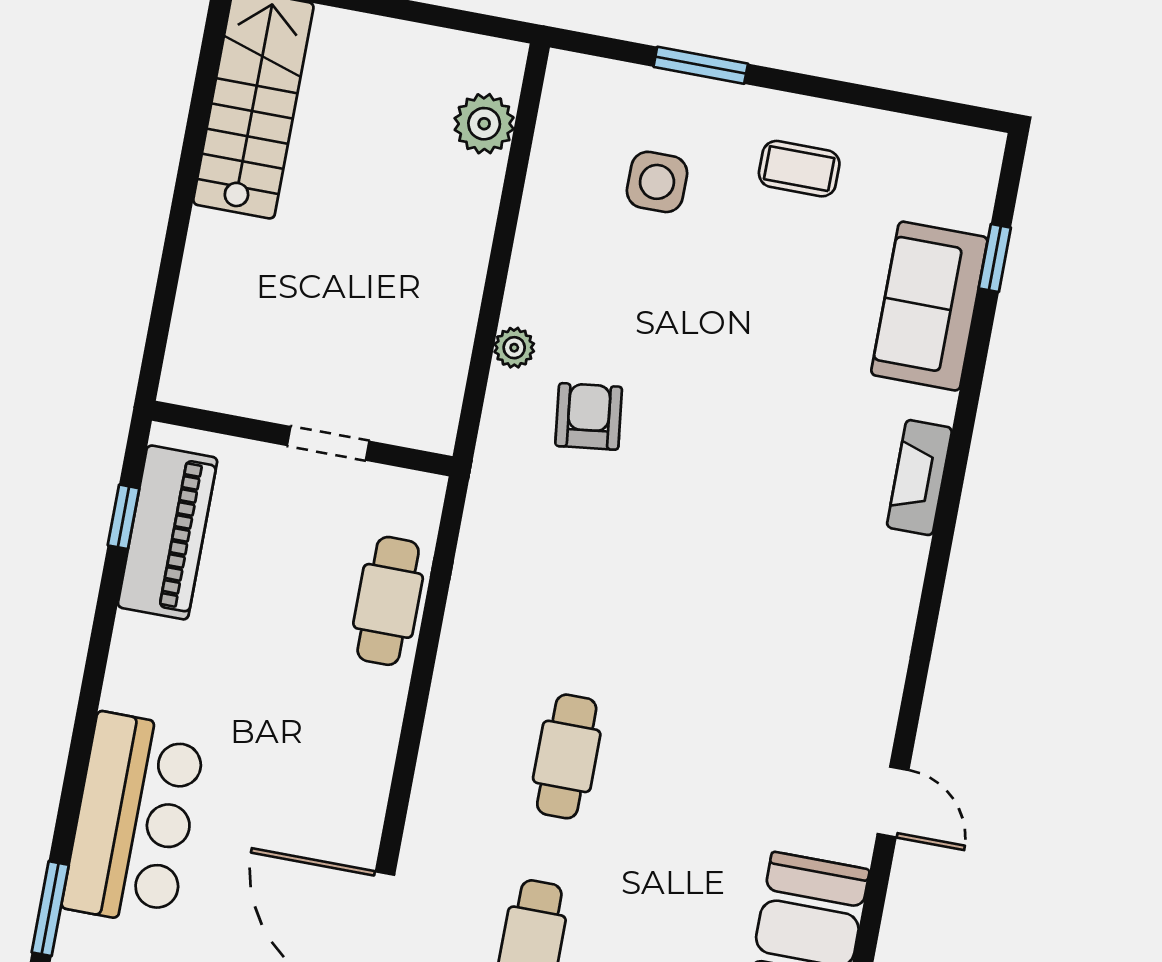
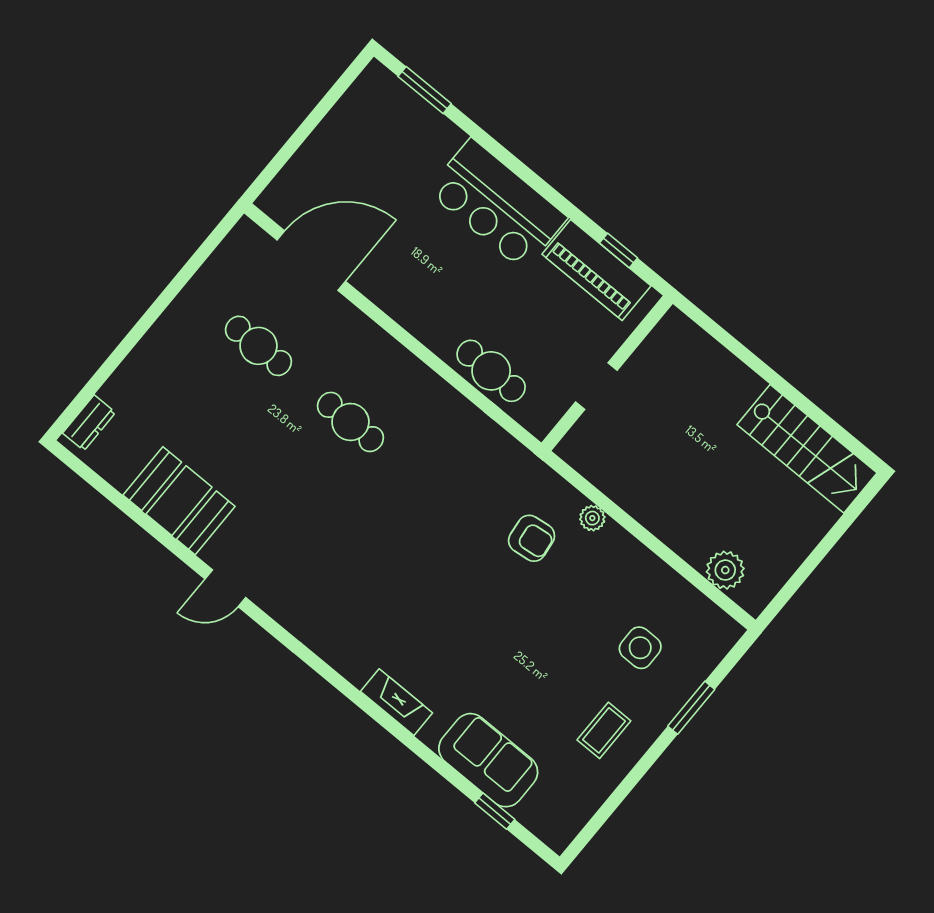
bar counter: (134, 819) -> (497, 204), moved

